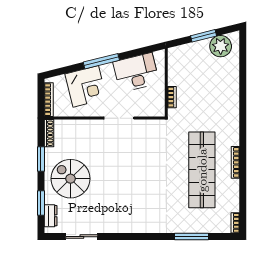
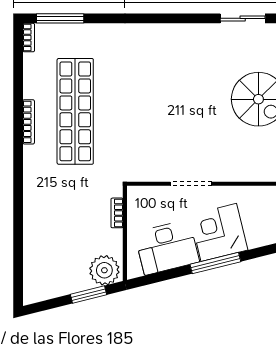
window: (204, 36) -> (88, 295), moved
plant: (221, 46) -> (104, 270), moved
corner desk: (86, 86) -> (219, 232), moved
window: (191, 237) -> (60, 18), moved

